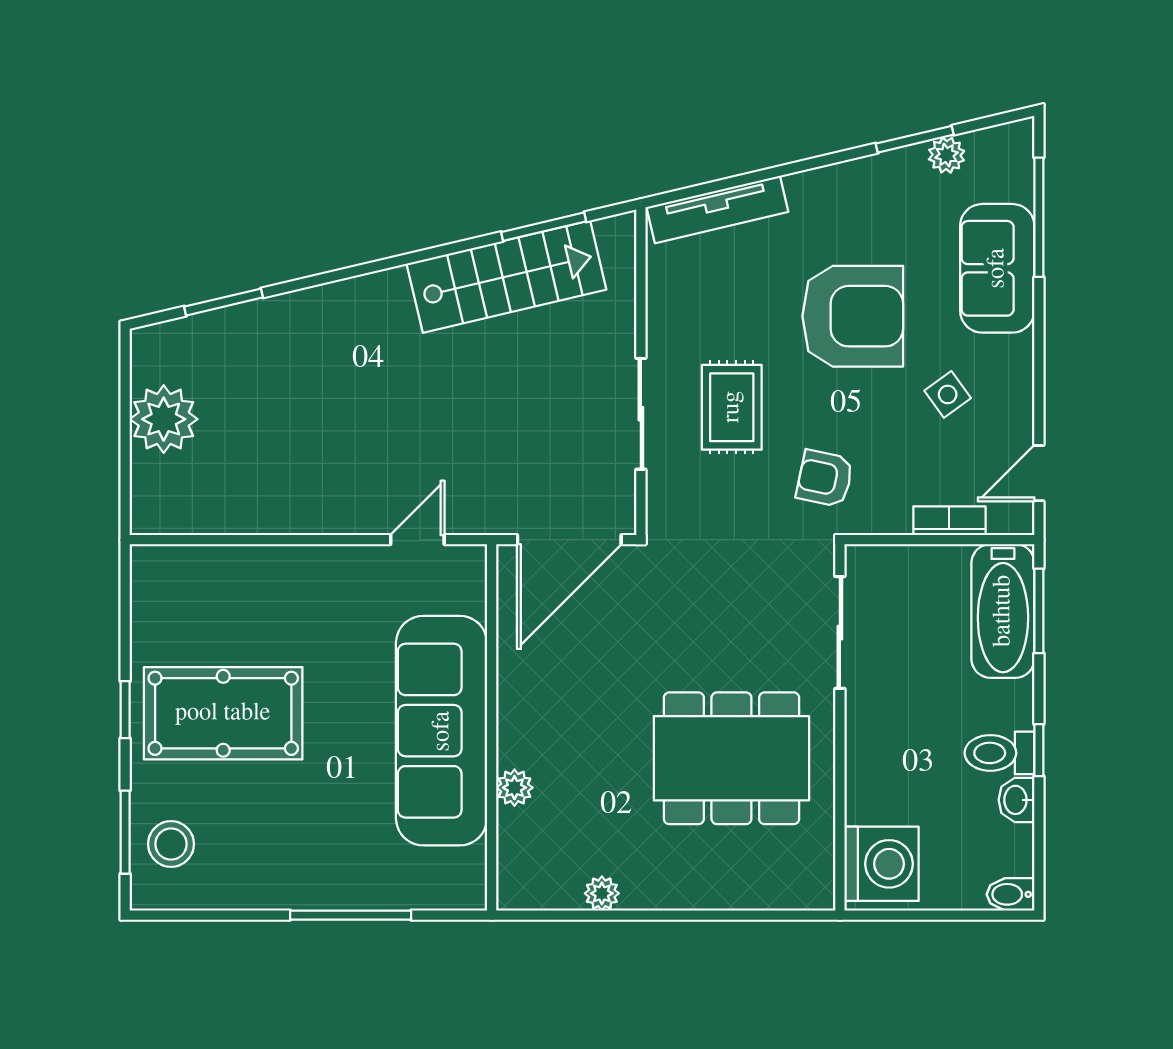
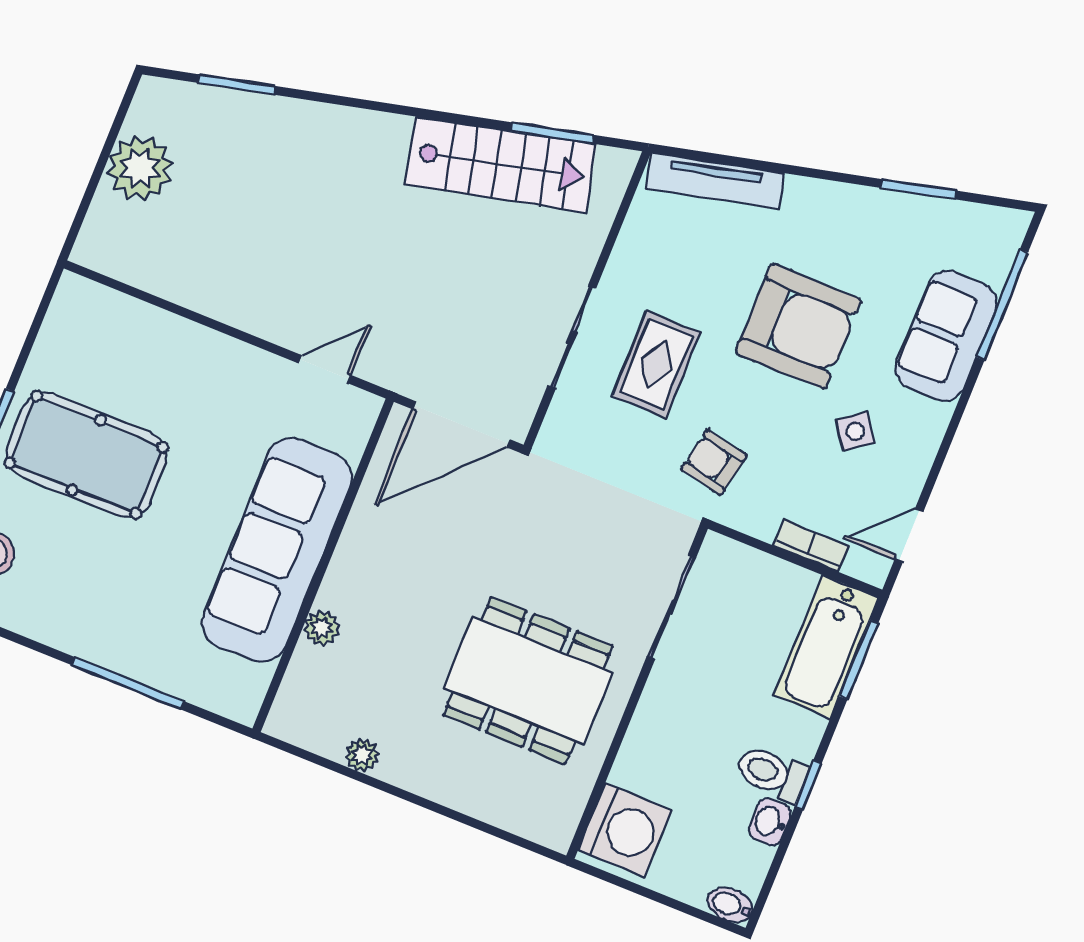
plant: (947, 155) -> (941, 215), removed

